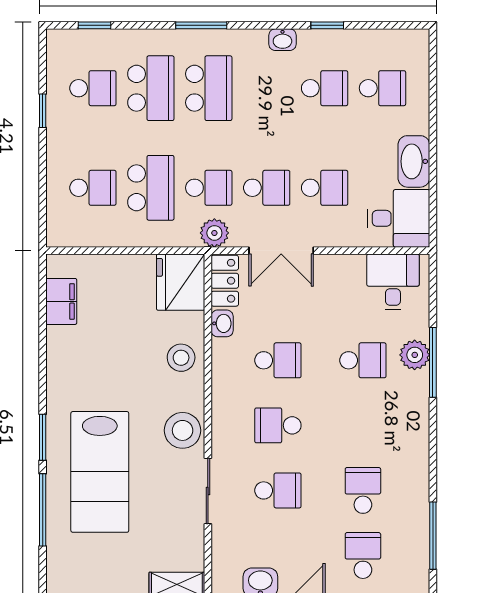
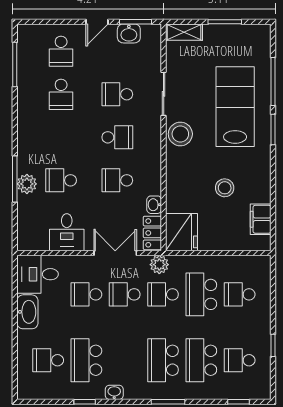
school desk: (325, 88) -> (86, 360), width x1.85
desk: (393, 282) -> (67, 232), moved
stool: (181, 358) -> (225, 188), moved

